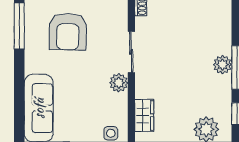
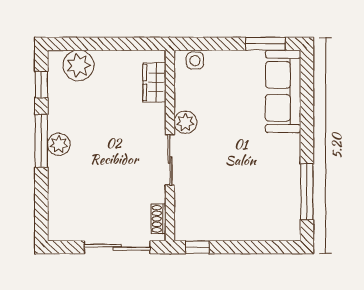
armchair: (68, 32) -> (248, 185), removed

